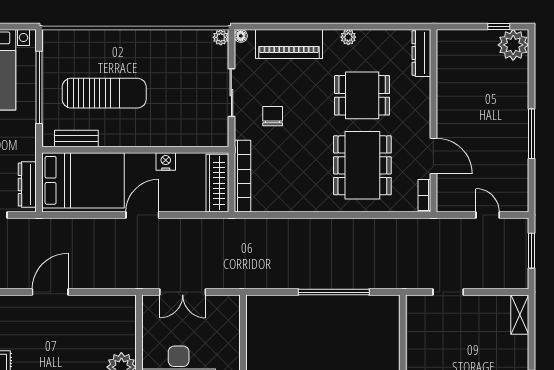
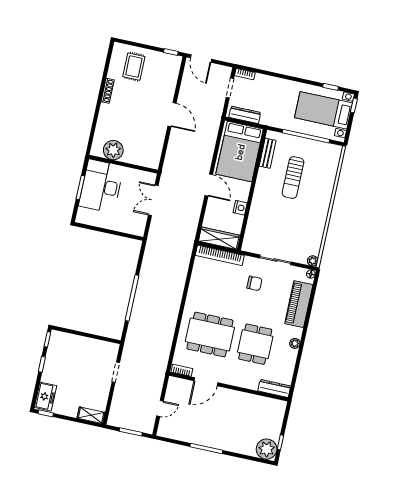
sun lounger: (104, 93) -> (293, 178), width x0.73, depth x0.75

